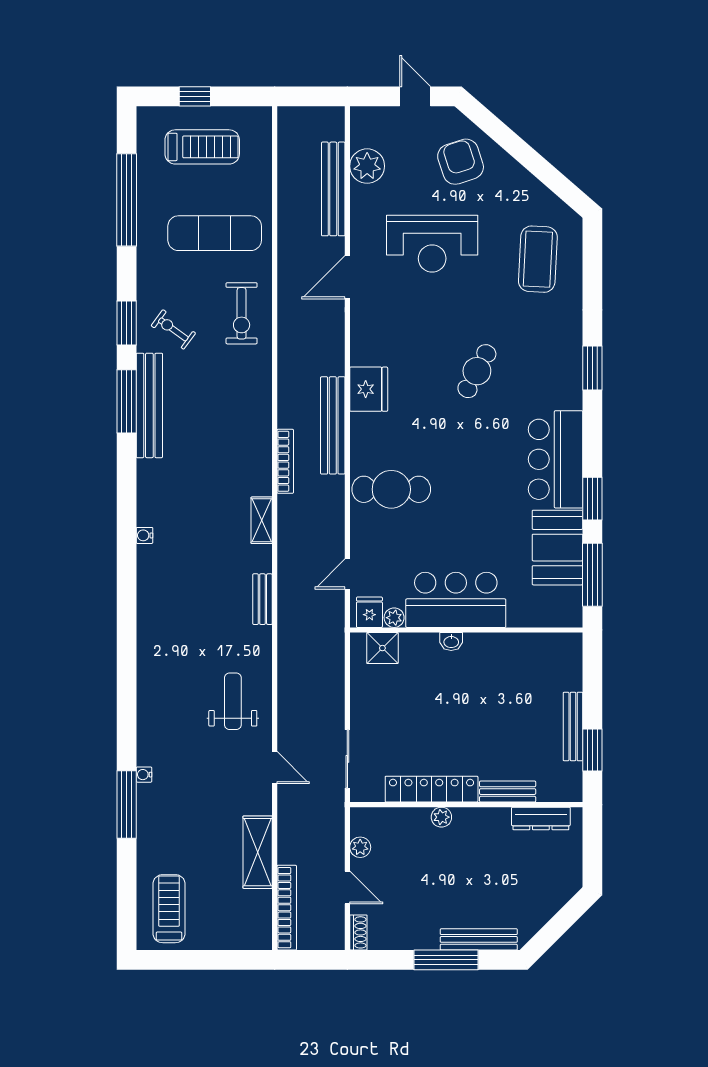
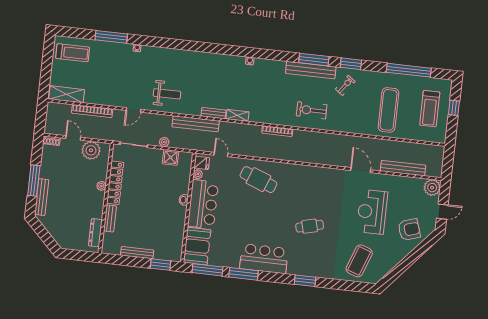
plant: (367, 166) -> (432, 188), moved
coffee table: (538, 259) -> (359, 261), turned -73
exercise bike: (242, 313) -> (312, 110), moved
cafe table: (477, 371) -> (310, 226), turned -42
fridge: (369, 389) -> (307, 174), removed
bench: (333, 425) -> (196, 124), moved
cafe table: (391, 489) -> (258, 180), turned -69
window: (592, 499) -> (243, 274), width x1.44
shelving: (262, 520) -> (237, 115), moved
booth: (557, 548) -> (197, 246), moved, turned 90
shower: (382, 648) -> (171, 157), moved
plant: (335, 696) -> (164, 142), added
window: (592, 750) -> (161, 265), moved
window: (127, 805) -> (111, 37), moved
plant: (360, 847) -> (91, 150), width x1.88, depth x1.88
shelving: (258, 852) -> (67, 94), moved
door: (347, 888) -> (73, 138), swing flipped
bookcase: (287, 908) -> (92, 111), moved

